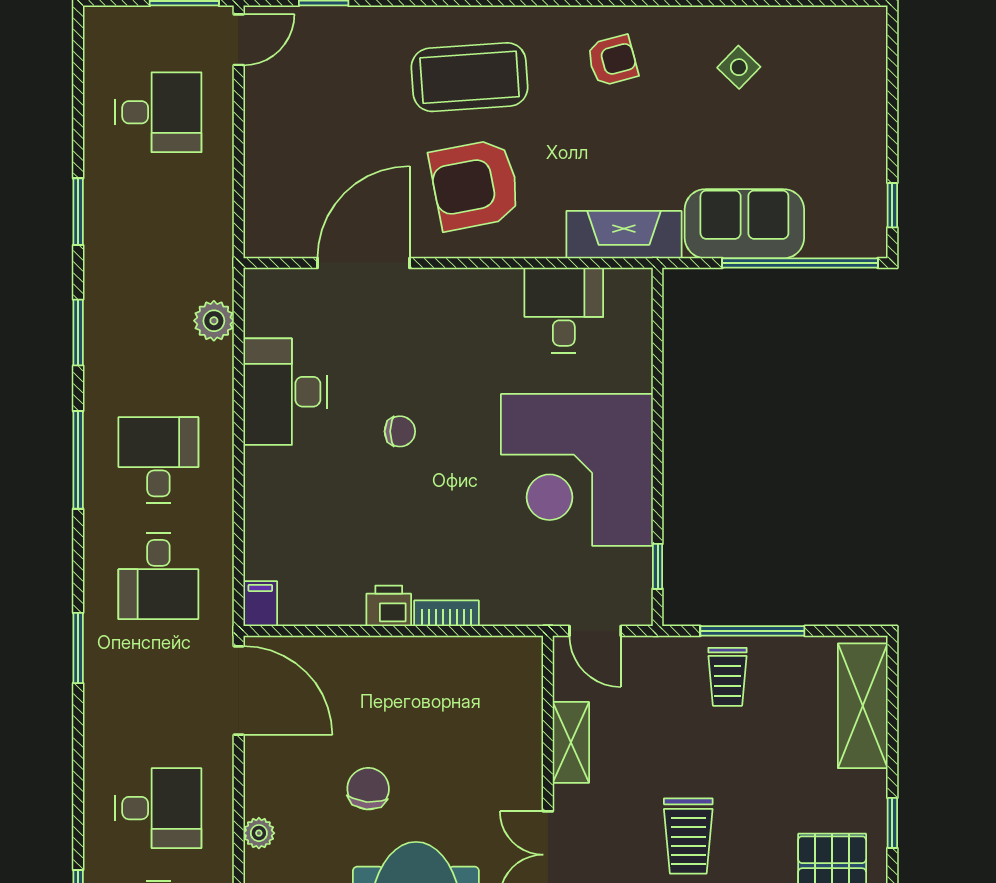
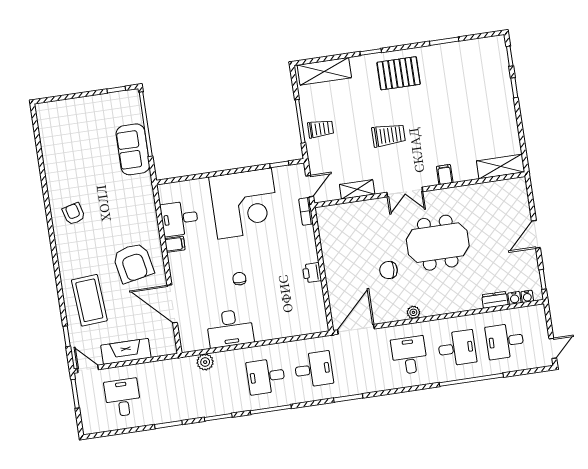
side table: (739, 67) -> (69, 161), removed
coffee table: (470, 77) -> (89, 300), moved
fireplace: (624, 235) -> (126, 351), moved, turned 90
filing cabinet: (260, 604) -> (175, 244), moved, turned 180
bookcase: (446, 613) -> (306, 211), moved

